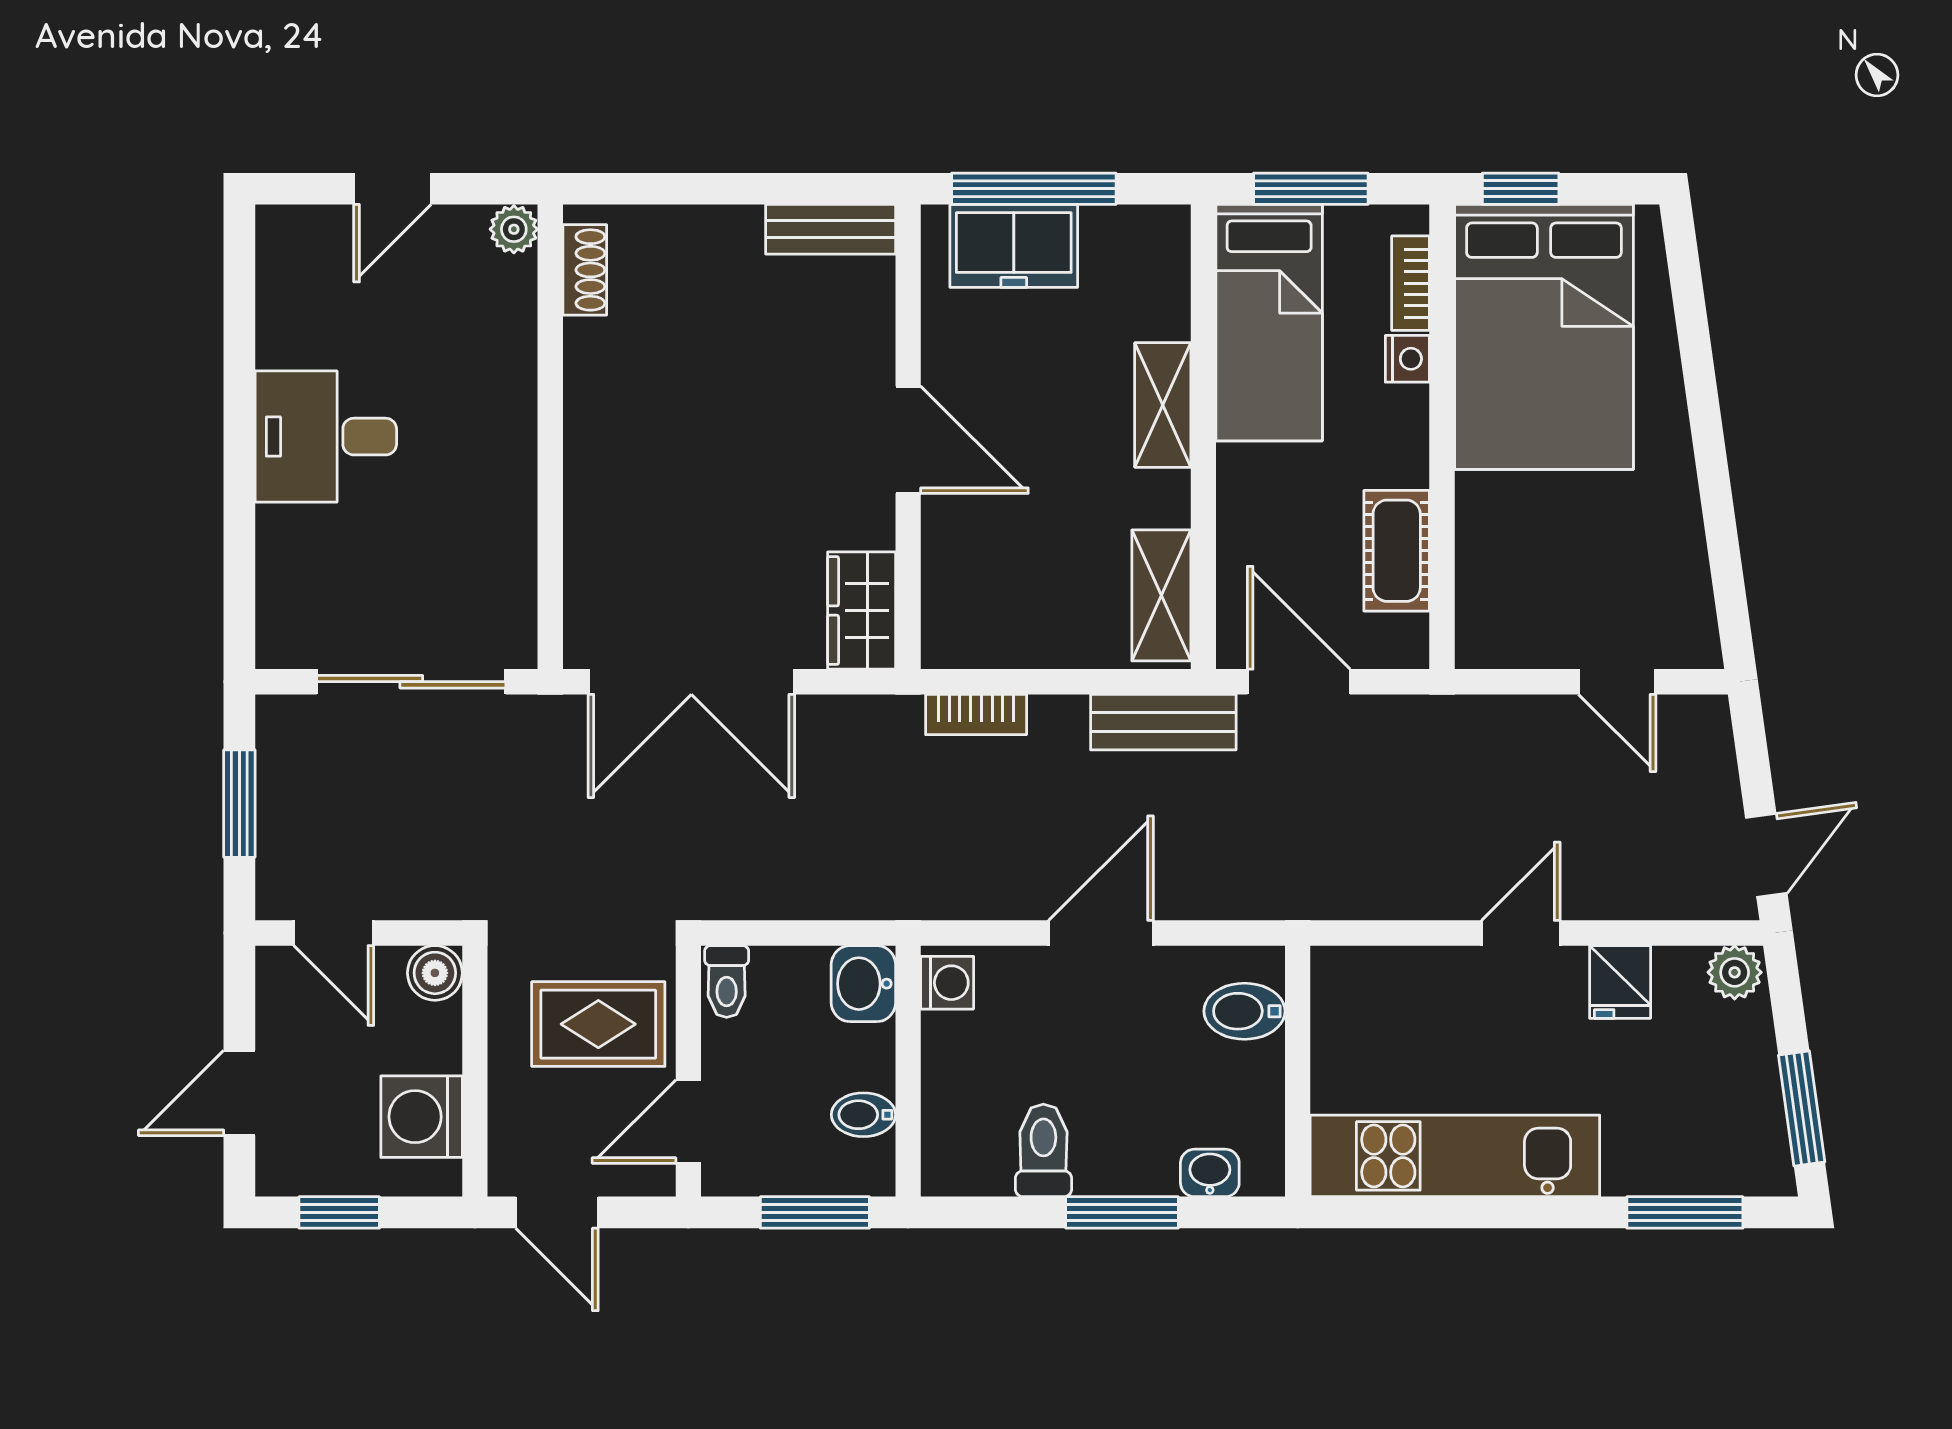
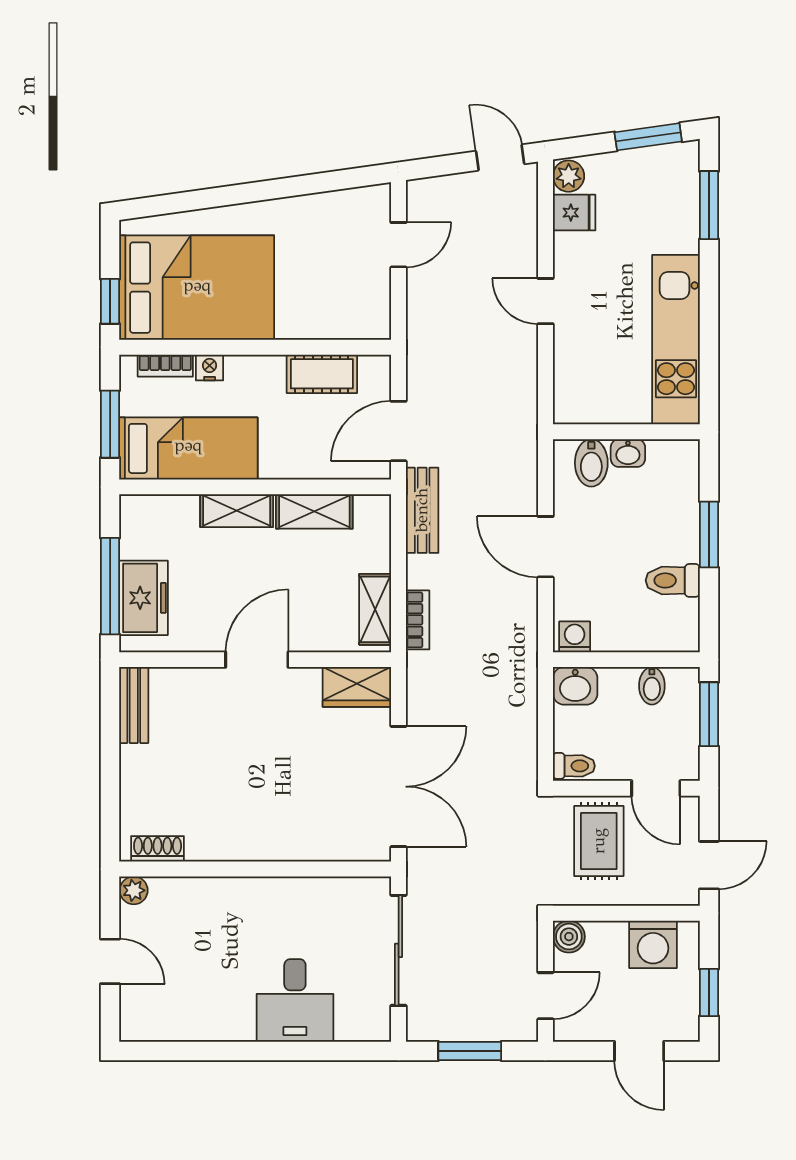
desk: (326, 437) -> (295, 1000), moved
shelving: (1161, 595) -> (314, 511), moved
shelving: (994, 642) -> (375, 609), added
fridge: (1620, 982) -> (574, 213), moved
washbasin: (1210, 1173) -> (628, 453), moved, turned -90

